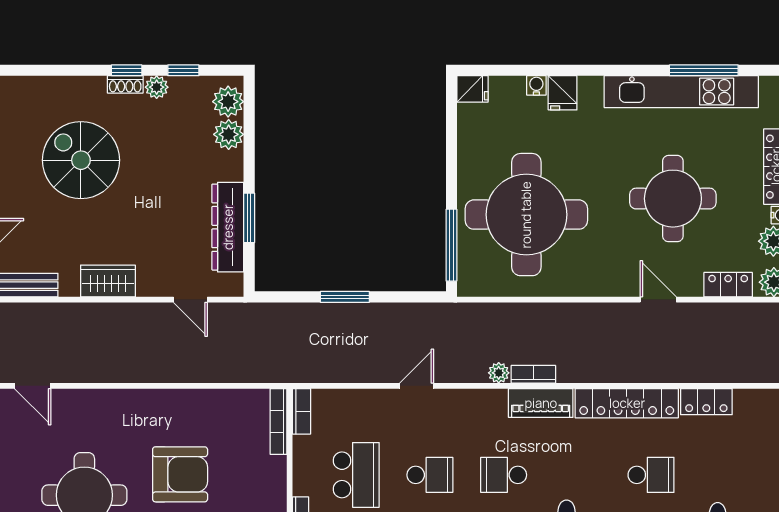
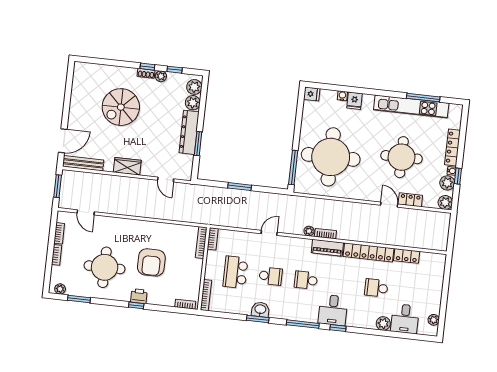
spiral stairs: (81, 160) -> (121, 107), turned -90
dresser: (228, 227) -> (189, 132), moved
locker: (728, 285) -> (410, 200), moved
armchair: (180, 474) -> (151, 262), turned 90
school desk: (356, 475) -> (235, 272), turned 180
school desk: (651, 475) -> (376, 288), turned 180

